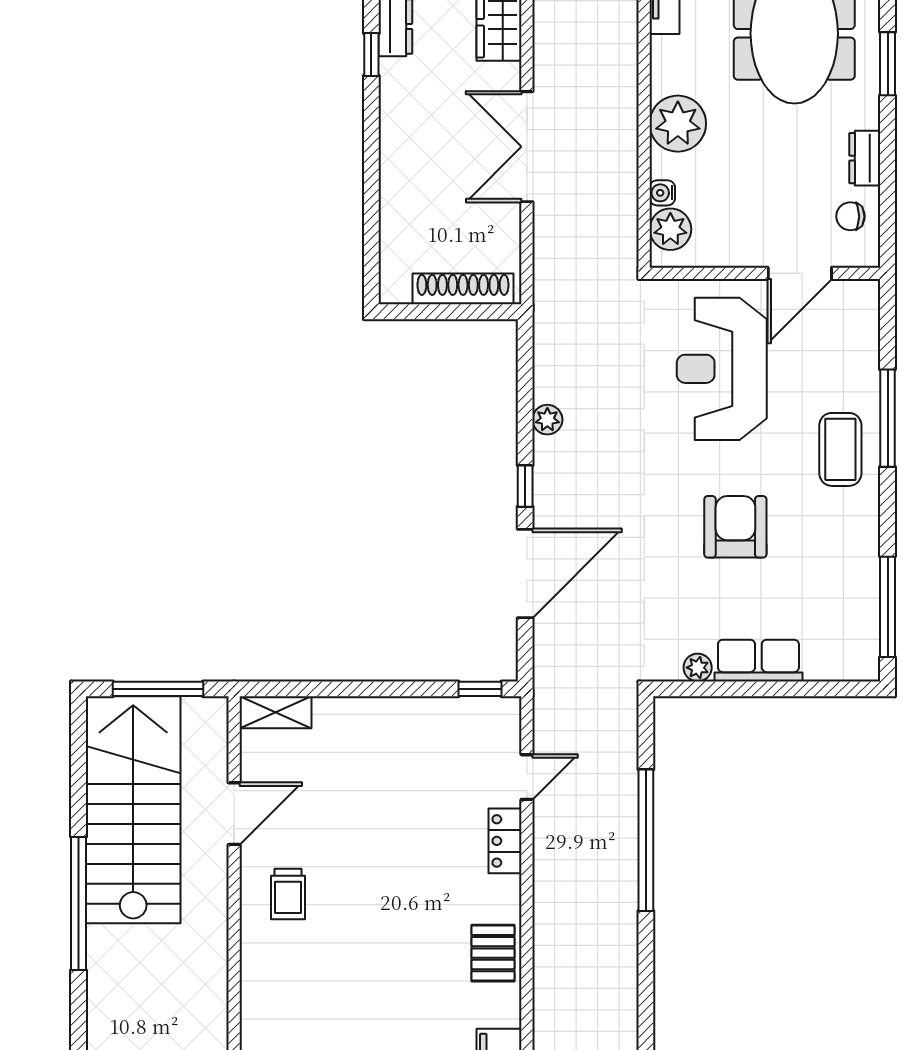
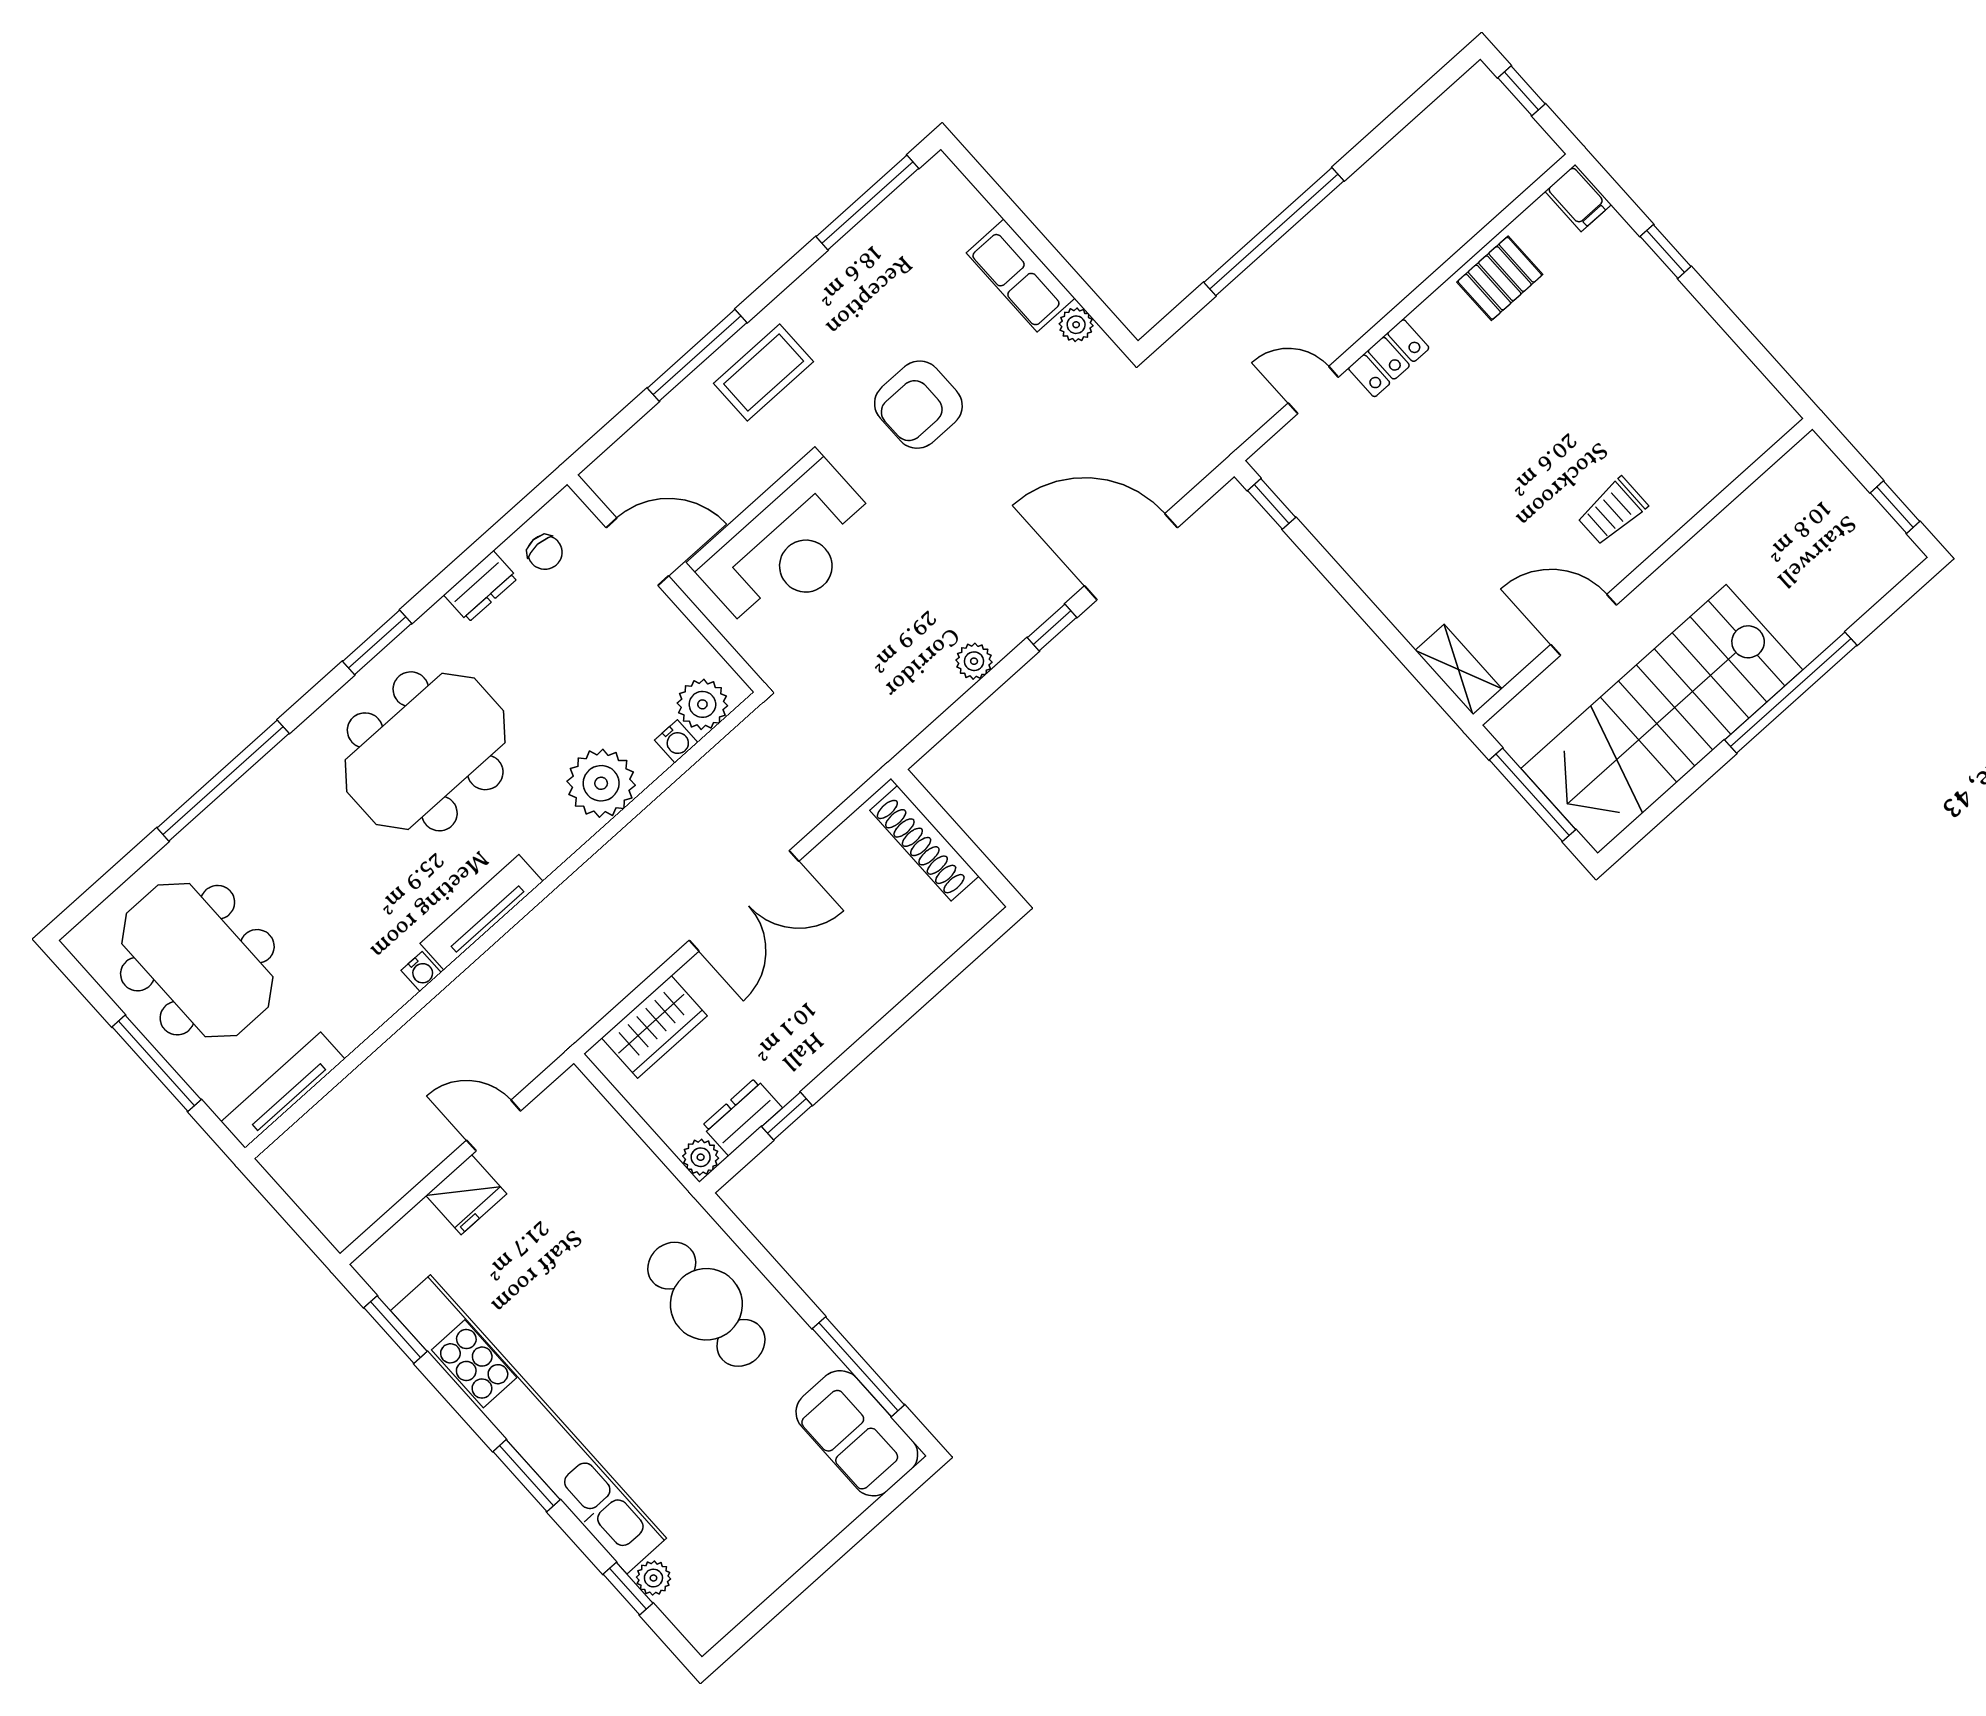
trolley: (288, 894) -> (1612, 511), turned 180

